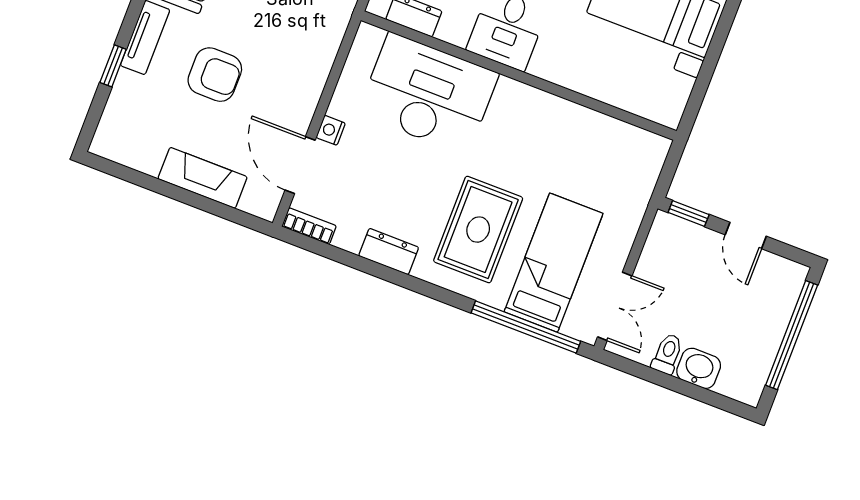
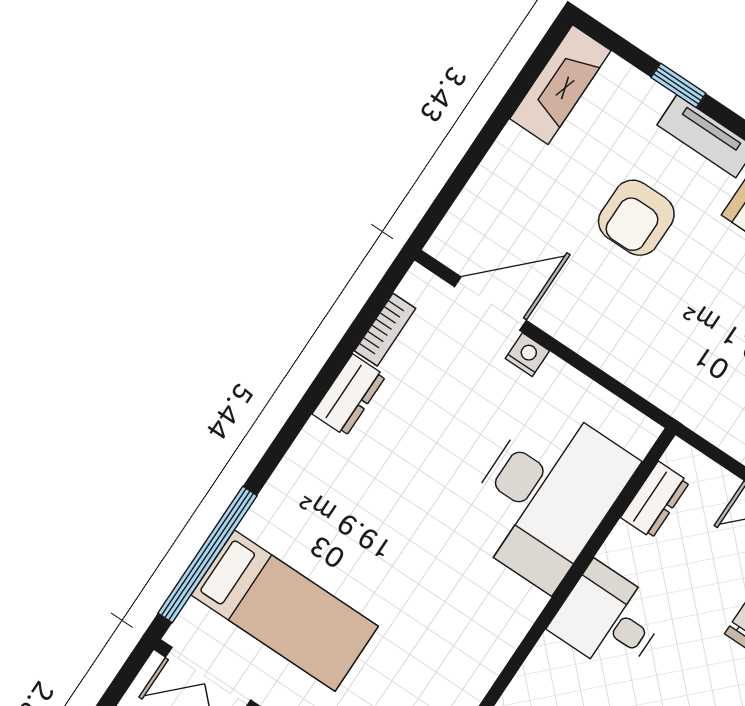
fireplace: (203, 178) -> (560, 85), moved
bookcase: (309, 226) -> (385, 330), moved
rug: (478, 230) -> (351, 520), removed

